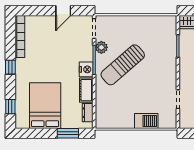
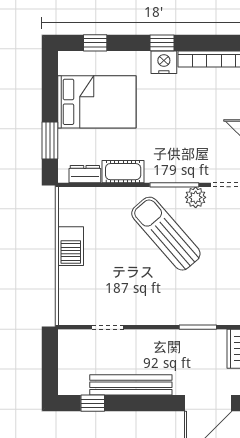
nightstand: (86, 69) -> (164, 62), moved, turned 180
barbecue: (146, 121) -> (71, 246), moved

